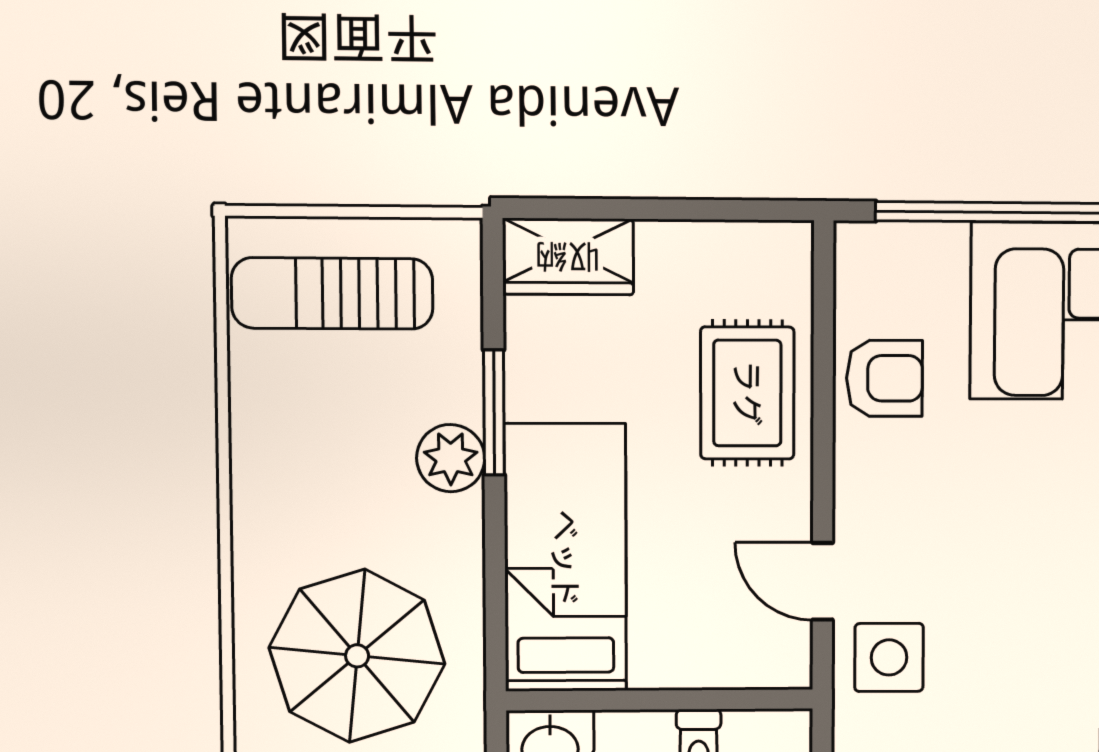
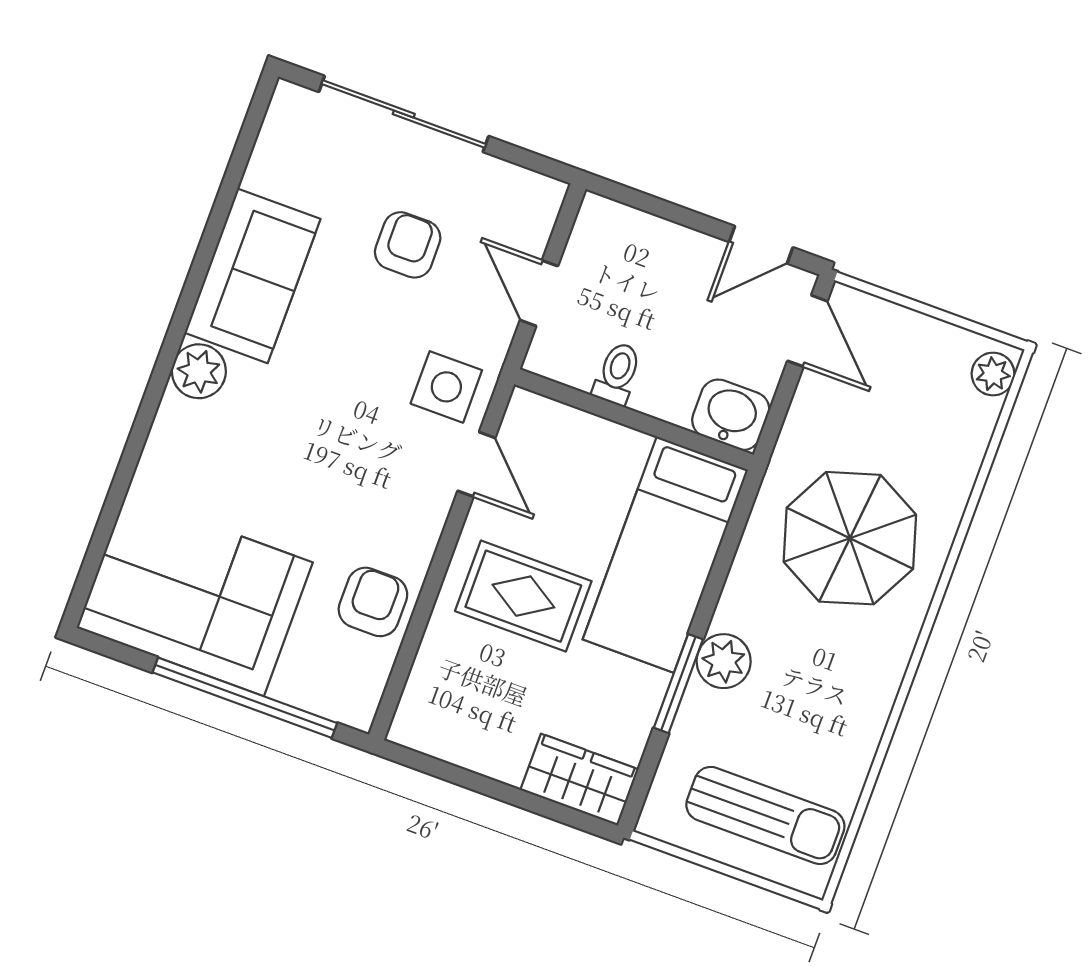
armchair: (884, 378) -> (373, 602), turned 90
rug: (747, 393) -> (523, 596), moved, turned 90

